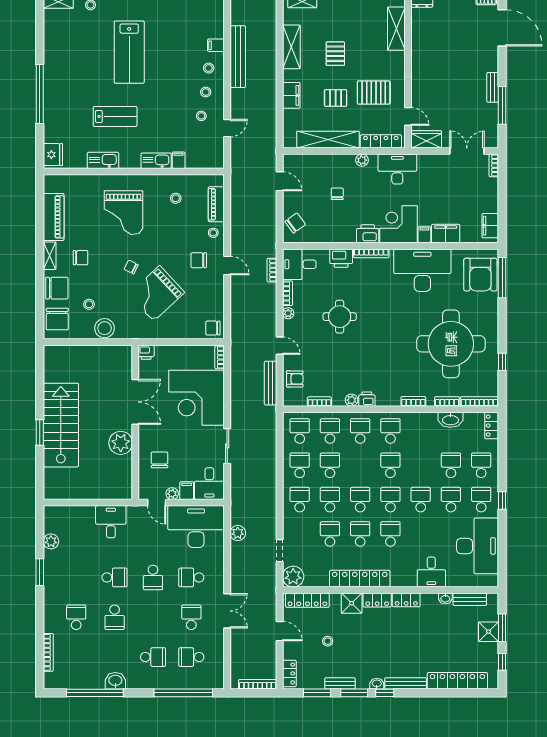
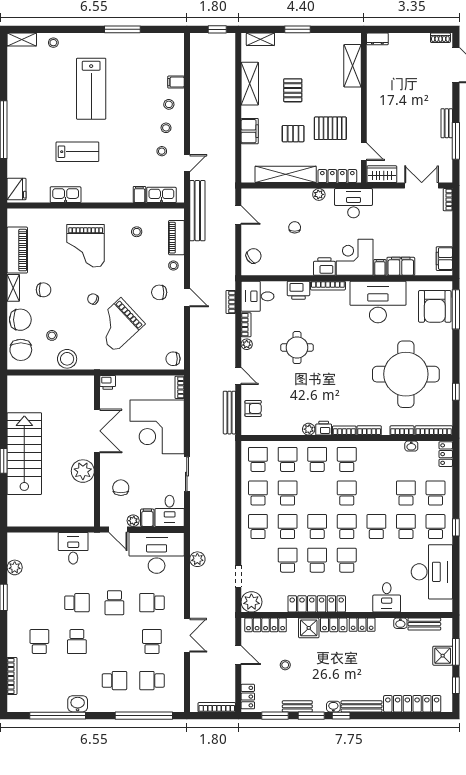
bench: (238, 57) -> (197, 211), moved
kitchen sink: (156, 161) -> (161, 195), moved
bookcase: (319, 402) -> (344, 431), moved
washbasin: (450, 420) -> (411, 446), width x0.52, depth x0.69

